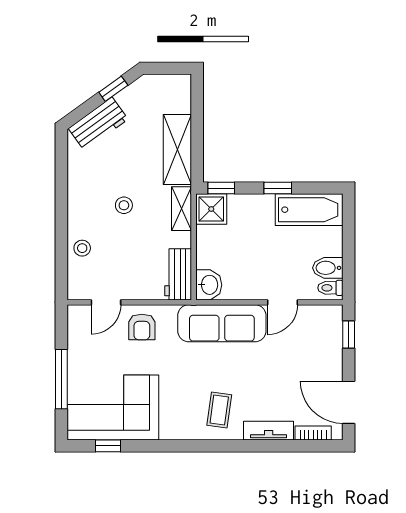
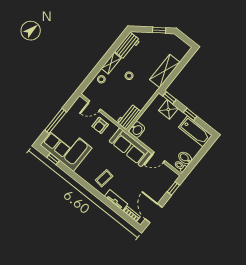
workbench: (98, 124) -> (127, 46), moved, turned -54
shelving: (182, 209) -> (111, 63), moved
shower: (211, 209) -> (168, 109), moved

